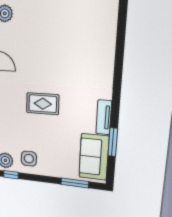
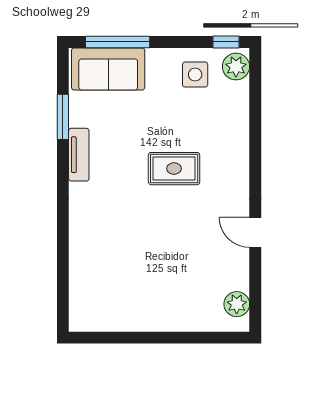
sofa: (94, 157) -> (108, 69), moved, turned 90
window: (75, 183) -> (118, 42), width x1.44

